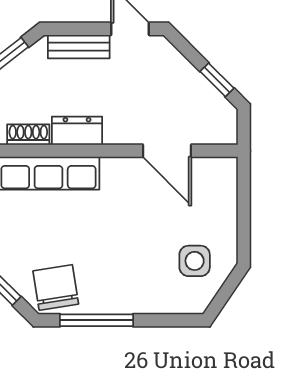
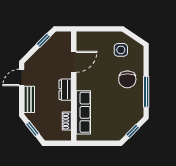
dresser: (77, 131) -> (65, 90), moved
chair: (56, 287) -> (127, 79), moved, turned -81

